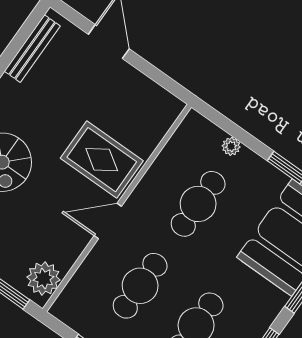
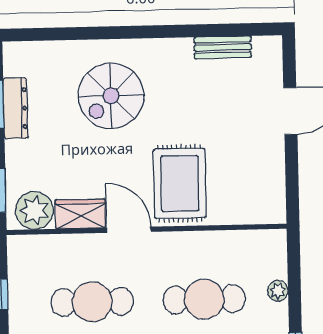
bench: (32, 49) -> (223, 47), width x0.73
wardrobe: (71, 247) -> (80, 214), added

